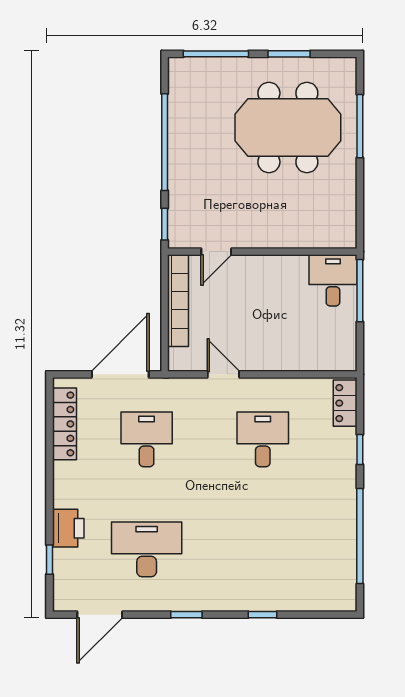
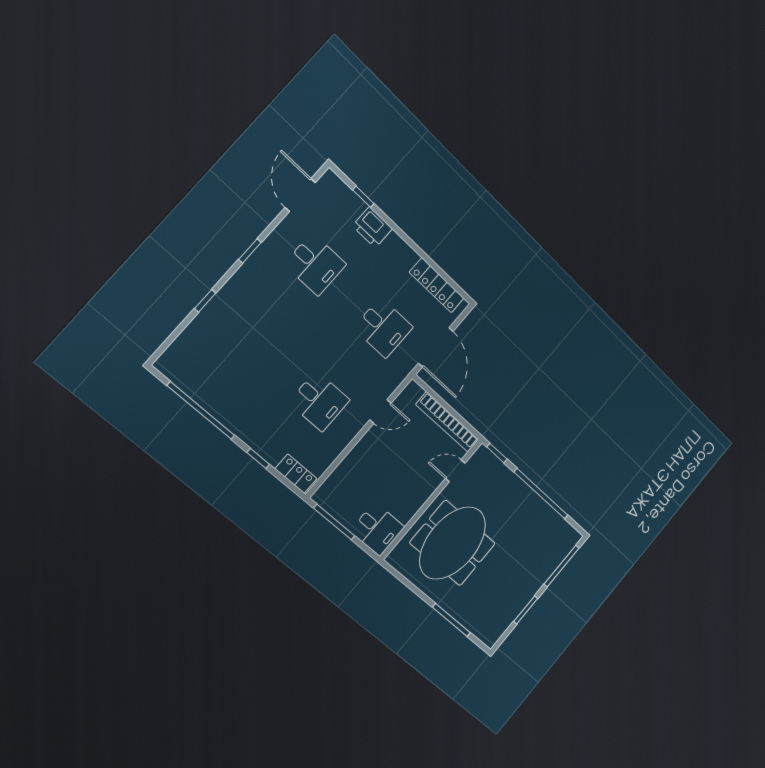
meeting table: (288, 128) -> (453, 543), moved
door: (216, 252) -> (455, 471), hinge flipped
window: (360, 291) -> (334, 522), moved
desk: (147, 549) -> (315, 264), width x0.73

